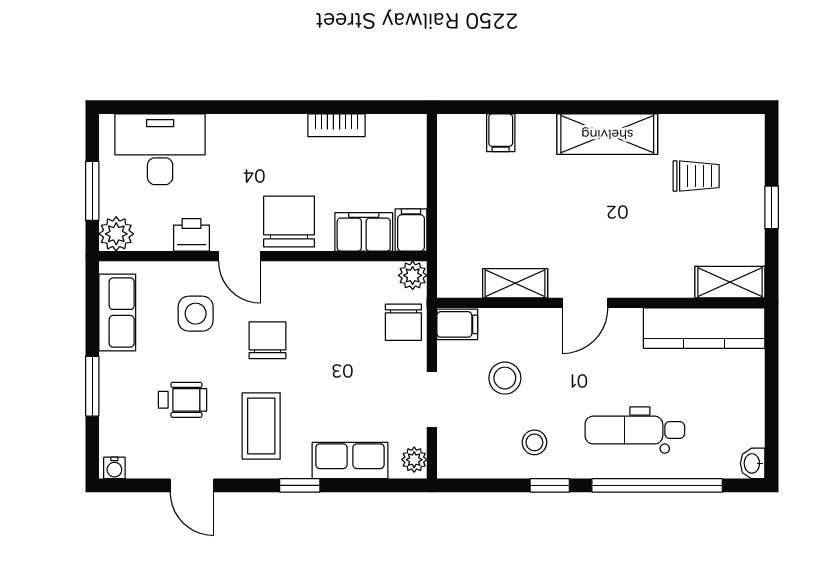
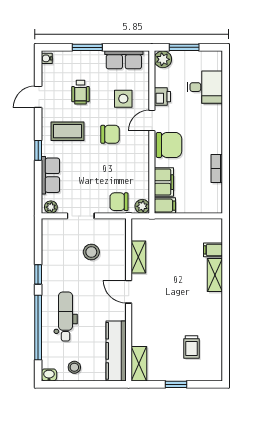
shelving: (607, 134) -> (215, 275), moved, width x0.67, depth x0.75
desk: (160, 149) -> (205, 87), width x0.73
filing cabinet: (457, 324) -> (118, 228), removed
stool: (534, 442) -> (74, 367), moved

